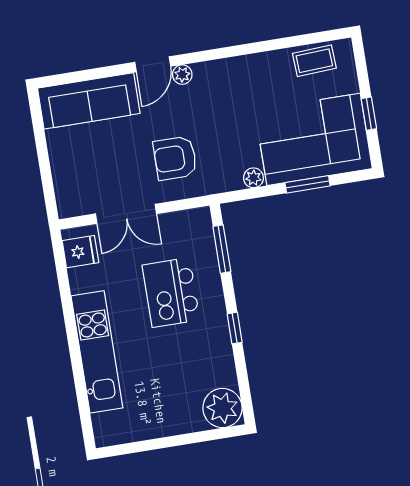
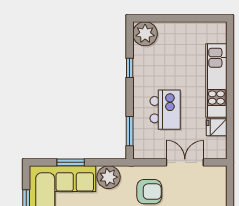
plant: (253, 178) -> (109, 177), width x1.88, depth x1.88
fridge: (80, 252) -> (217, 127), moved
window: (235, 328) -> (130, 68), moved

